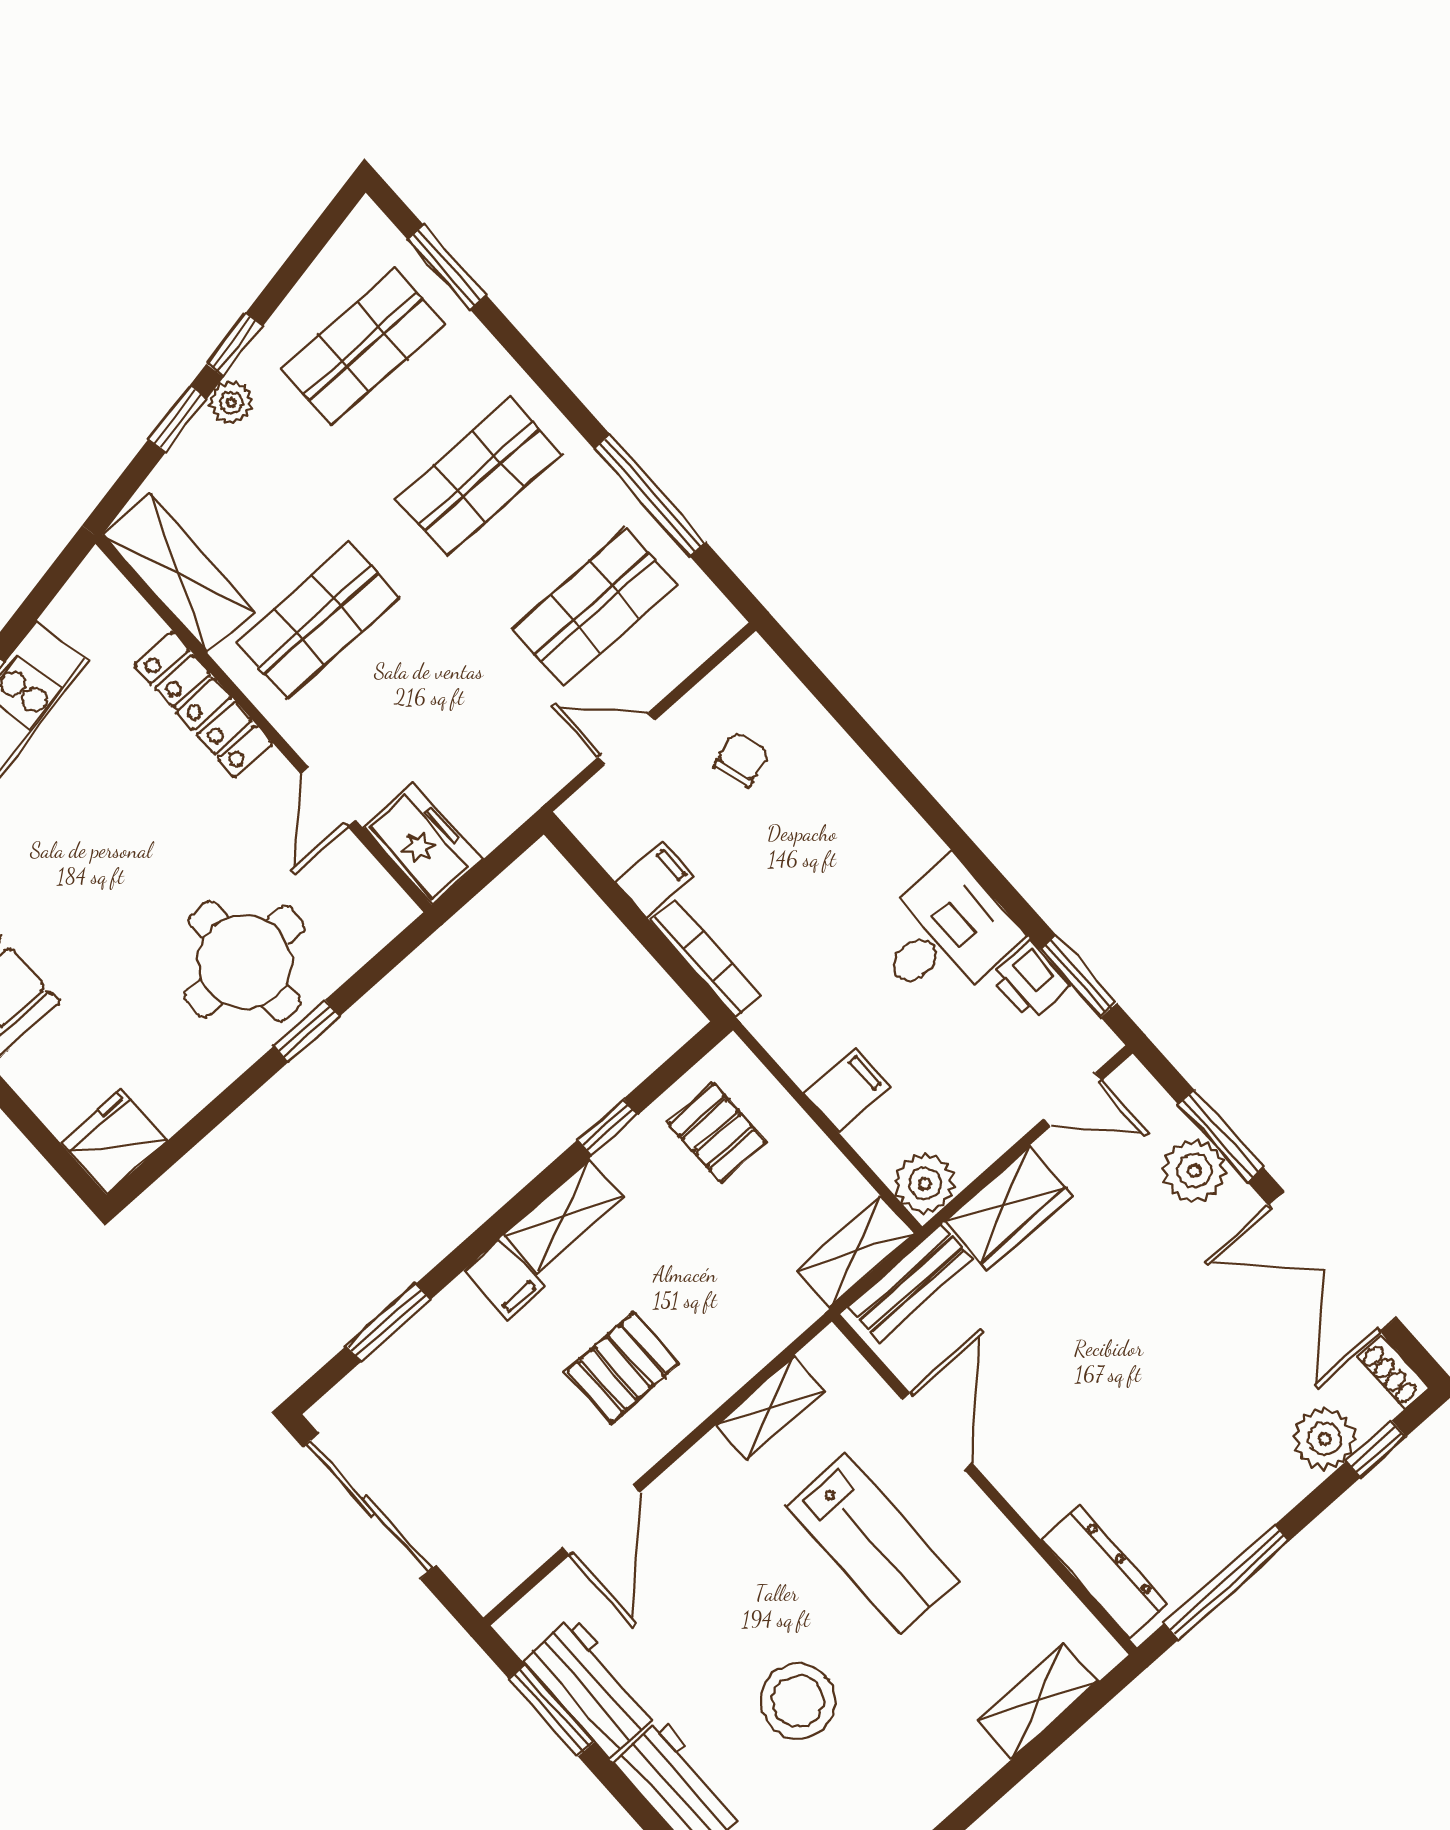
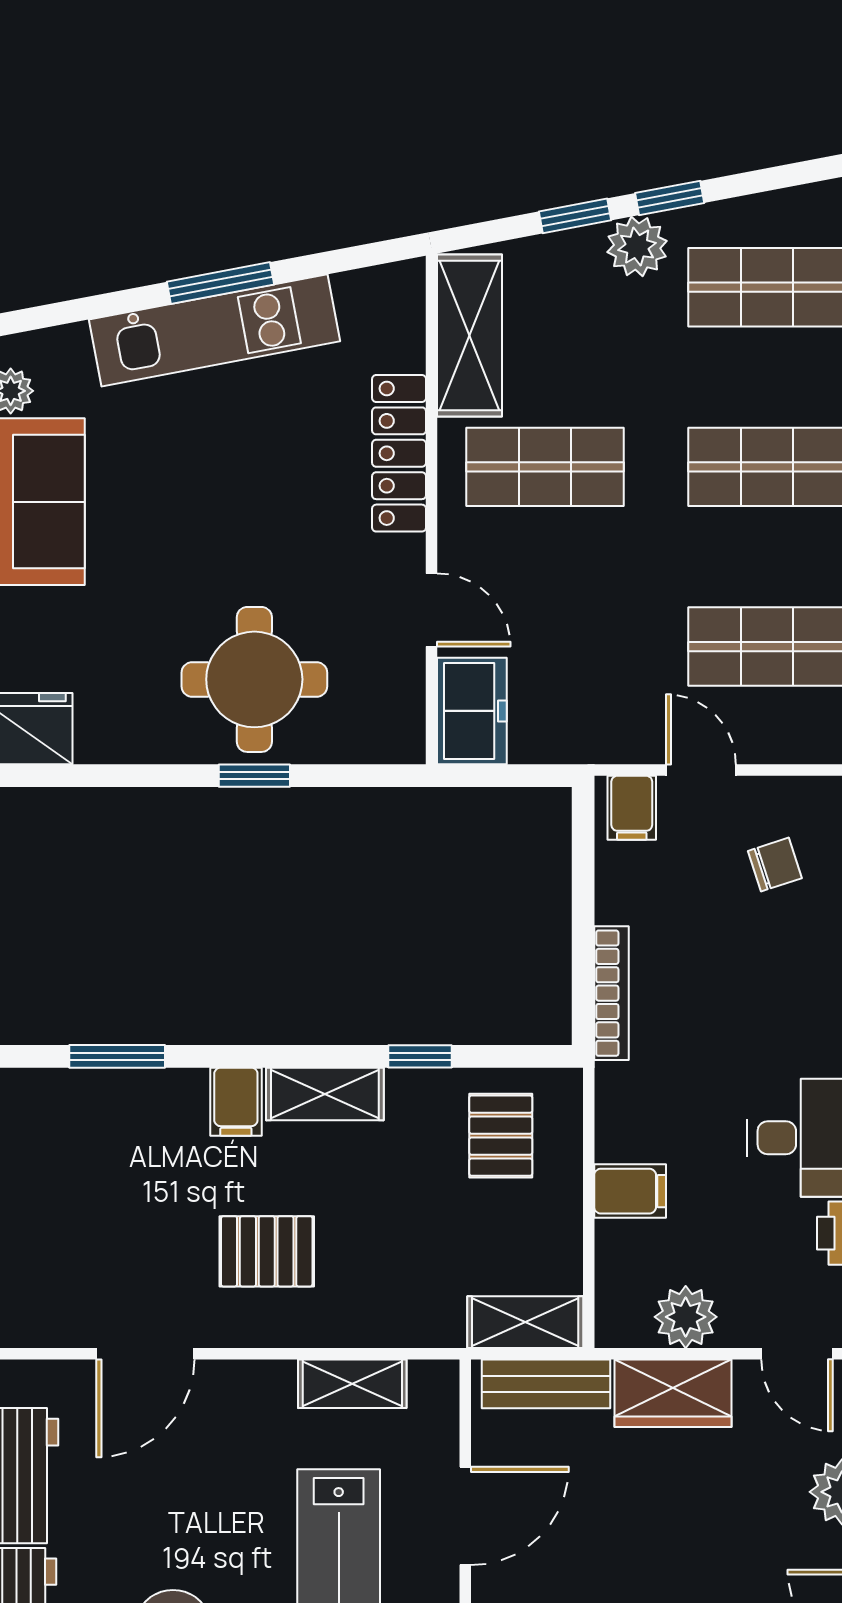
plant: (231, 403) -> (637, 247), width x1.38, depth x1.38
door: (328, 797) -> (431, 610), swing flipped
filing cabinet: (655, 879) -> (632, 808), moved, turned 90
plant: (925, 1184) -> (686, 1317), moved

